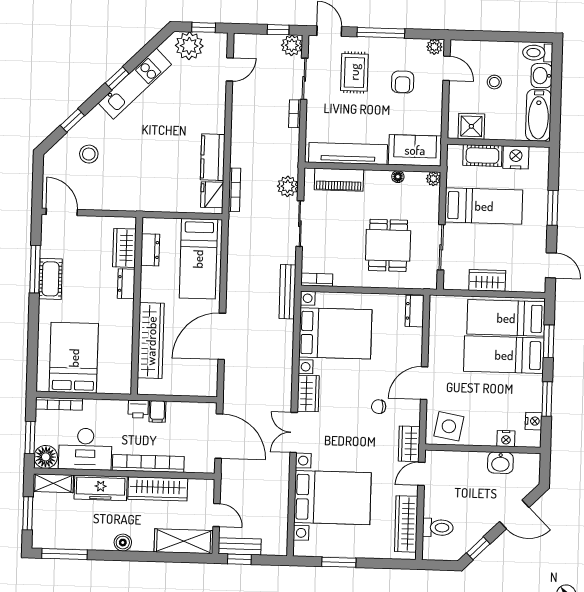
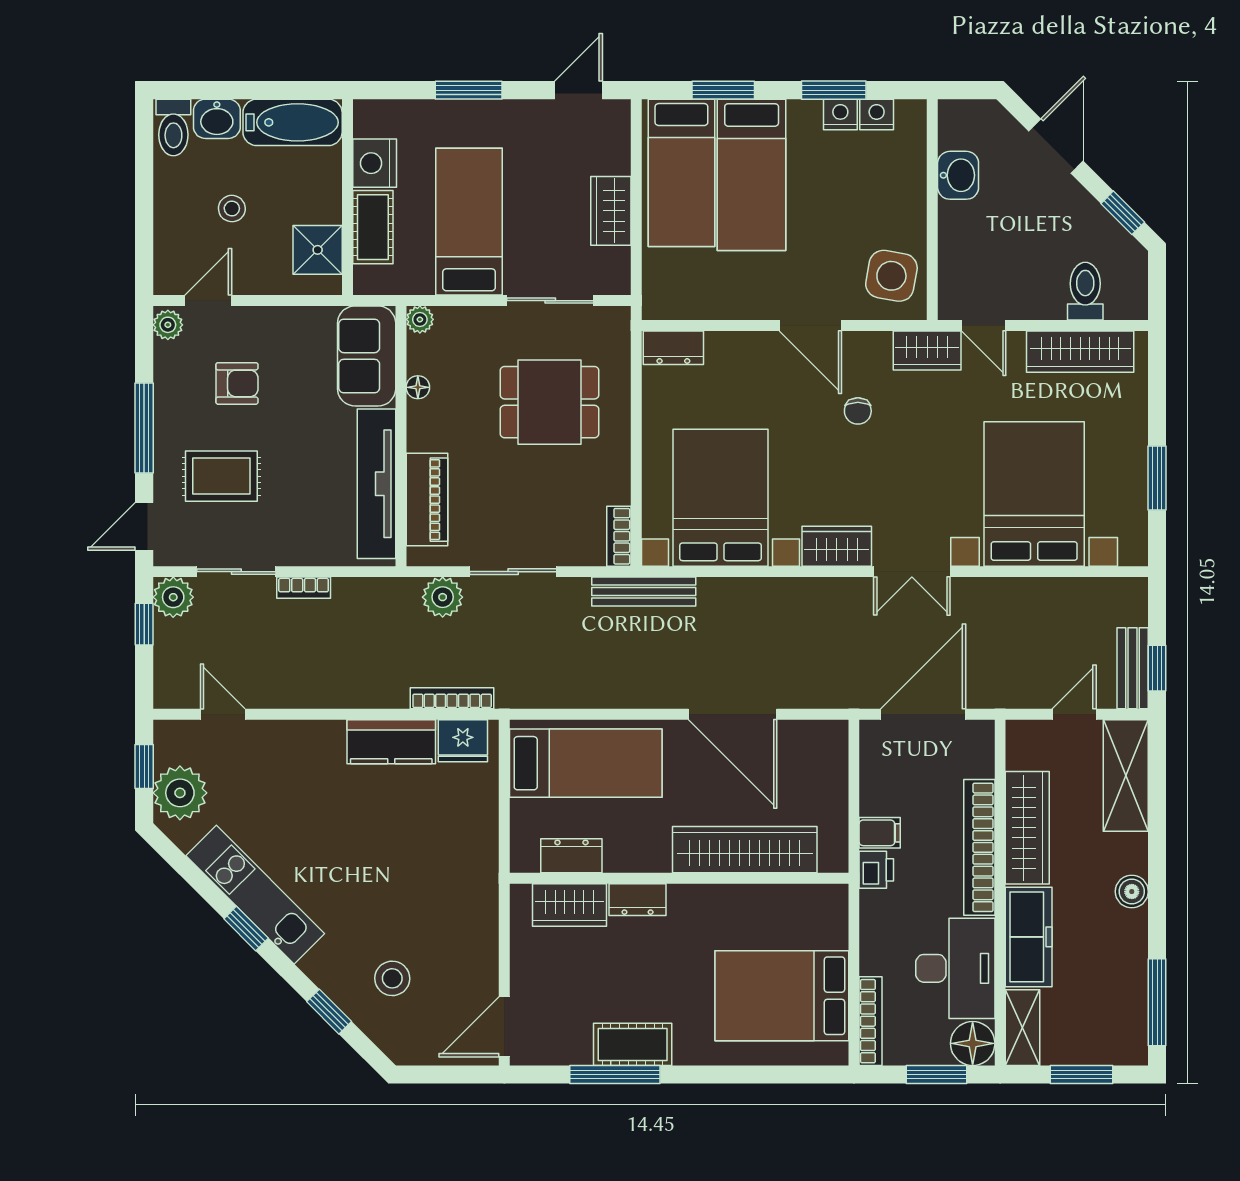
nightstand: (506, 439) -> (840, 114), moved, turned -90

